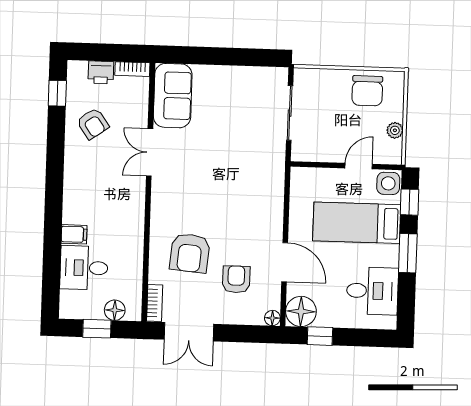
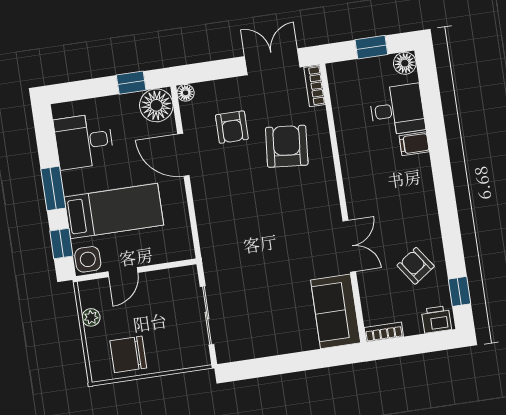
printer: (101, 72) -> (436, 319), moved
chair: (367, 91) -> (128, 354), turned -90
floor lamp: (115, 310) -> (405, 63), moved

